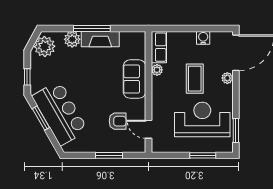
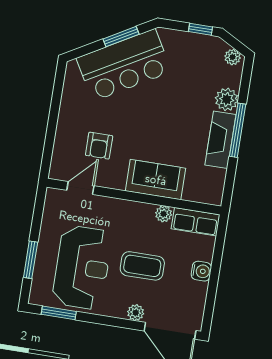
water cooler: (203, 38) -> (201, 271), moved
plant: (45, 47) -> (233, 57), width x0.53, depth x0.53
window: (27, 77) -> (200, 29), moved
window: (109, 155) -> (52, 125), removed

